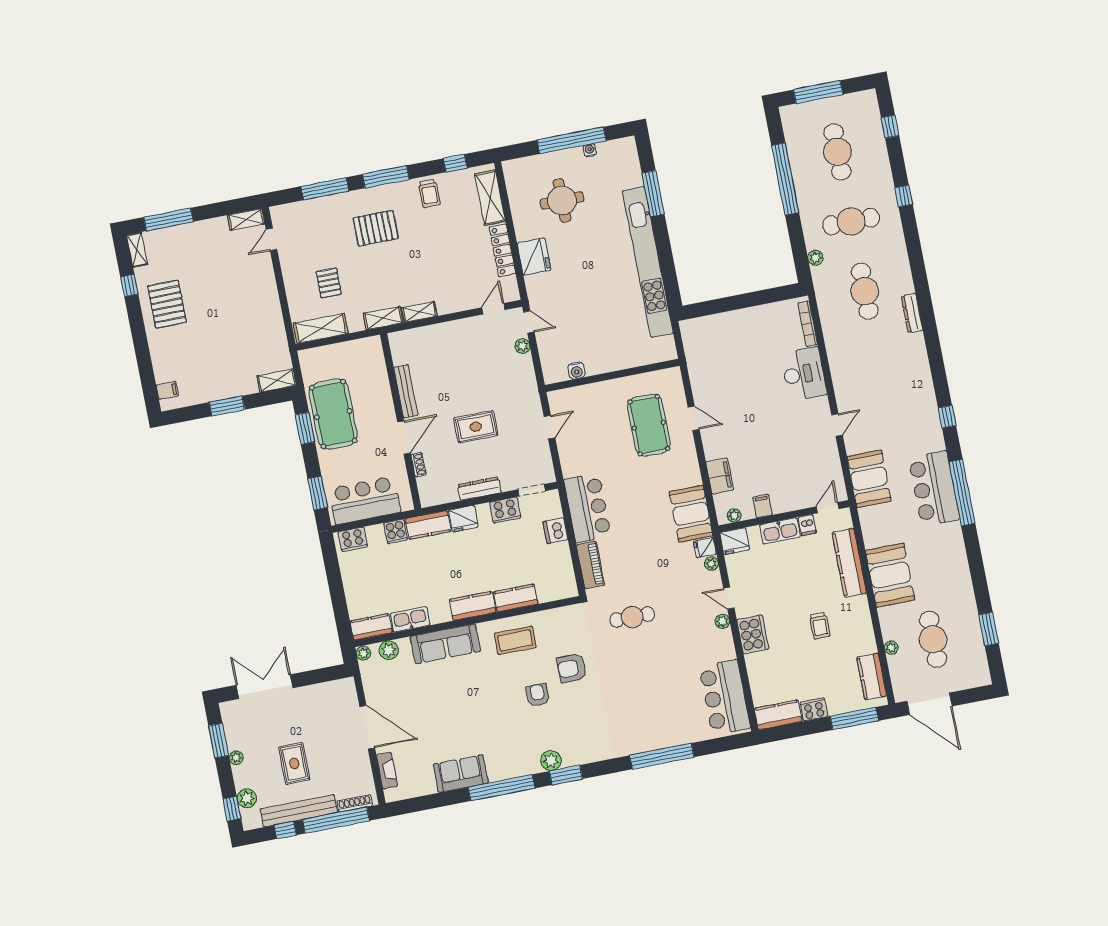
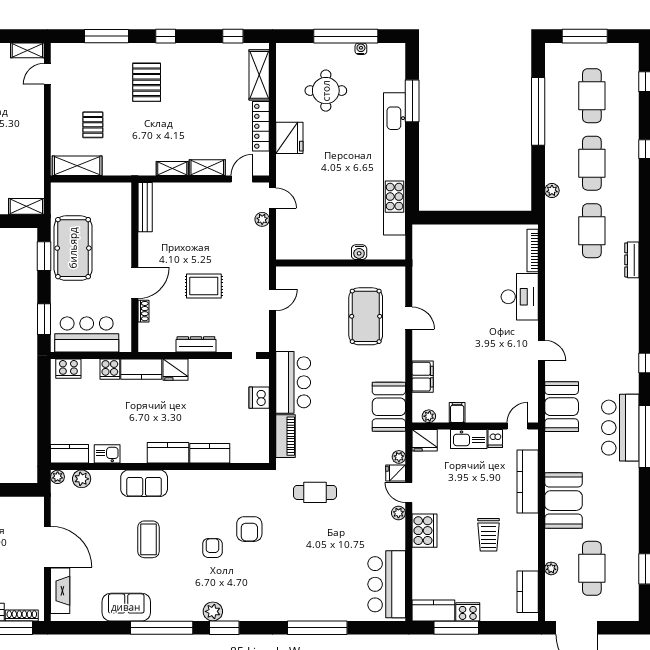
window: (386, 177) -> (166, 36), width x0.46
trolley: (429, 193) -> (203, 60), removed
cafe table: (851, 222) -> (592, 163), turned 90
pallet: (376, 228) -> (147, 82), turned 90
shelving: (383, 318) -> (207, 168), moved
water cooler: (576, 371) -> (359, 252), moved
bench: (406, 391) -> (145, 207), moved
door: (837, 425) -> (541, 351), hinge flipped
cooker: (505, 510) -> (216, 369), removed
fridge: (705, 548) -> (396, 473), moved
kitchen sink: (410, 619) -> (107, 454), width x0.73
trolley: (820, 626) -> (489, 535), width x1.36, depth x1.39
coffee table: (515, 640) -> (148, 539), moved, turned 90
sofa: (445, 644) -> (144, 483), width x0.73
armchair: (572, 668) -> (249, 529), turned -90
window: (854, 718) -> (456, 628), moved
fireplace: (387, 771) -> (60, 591), width x1.37, depth x1.32

